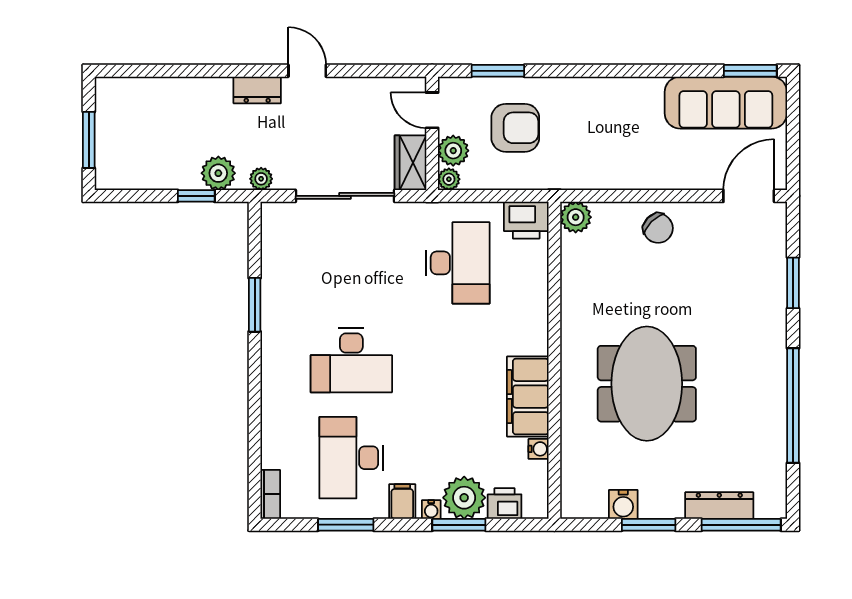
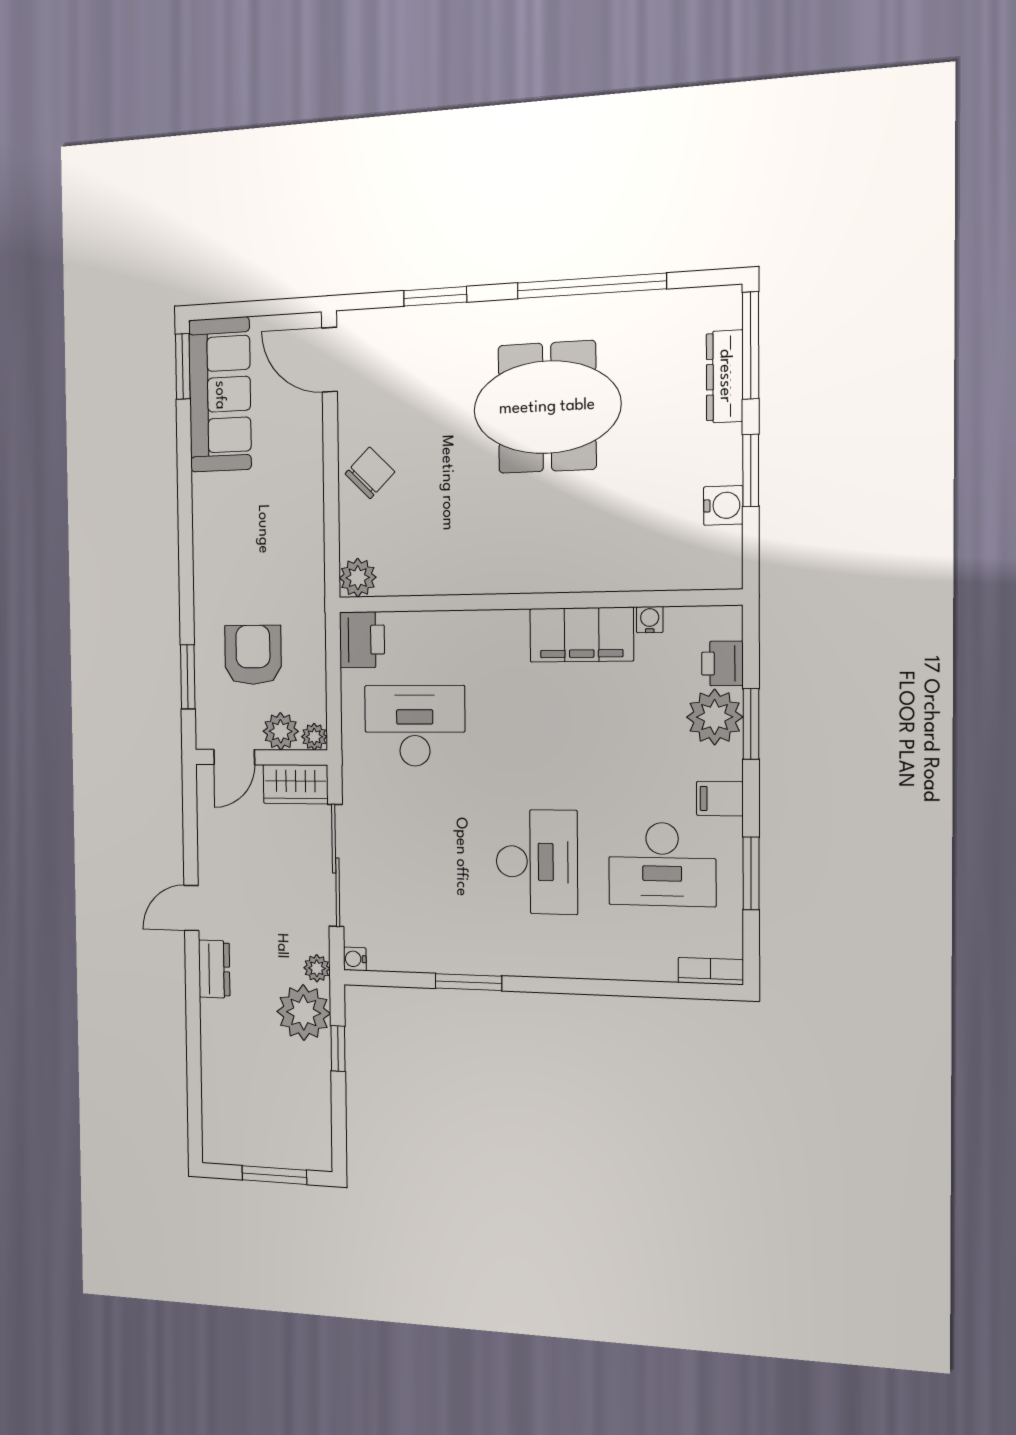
plant: (218, 173) -> (304, 1012), width x1.36, depth x1.36
meeting table: (647, 384) -> (547, 407), moved
water cooler: (431, 510) -> (355, 959), moved, turned 180

